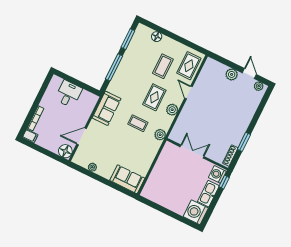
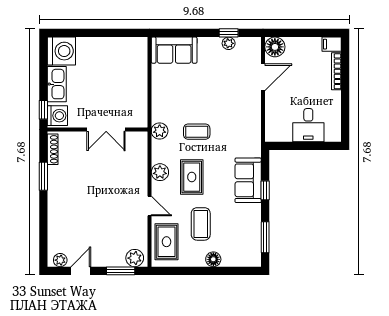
floor lamp: (157, 37) -> (213, 259), moved
window: (225, 62) -> (121, 271), added
window: (114, 67) -> (265, 190), width x0.46
plant: (232, 74) -> (135, 258), moved
door: (249, 74) -> (81, 271), swing flipped
sofa: (107, 108) -> (248, 180), moved
window: (89, 173) -> (229, 33), added

